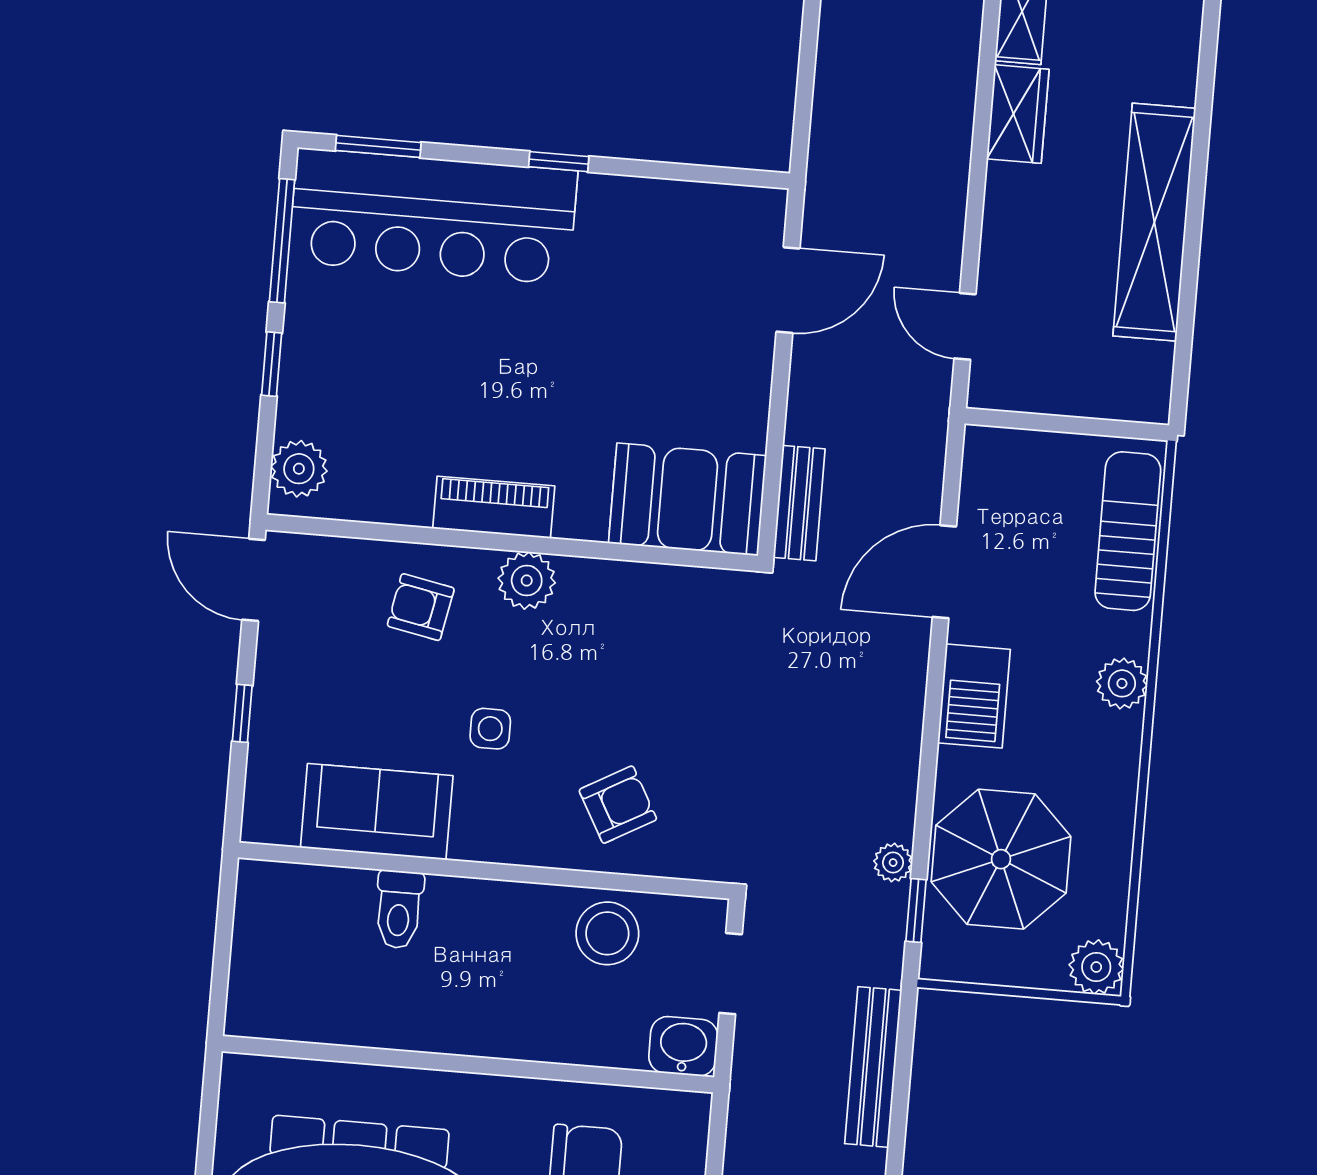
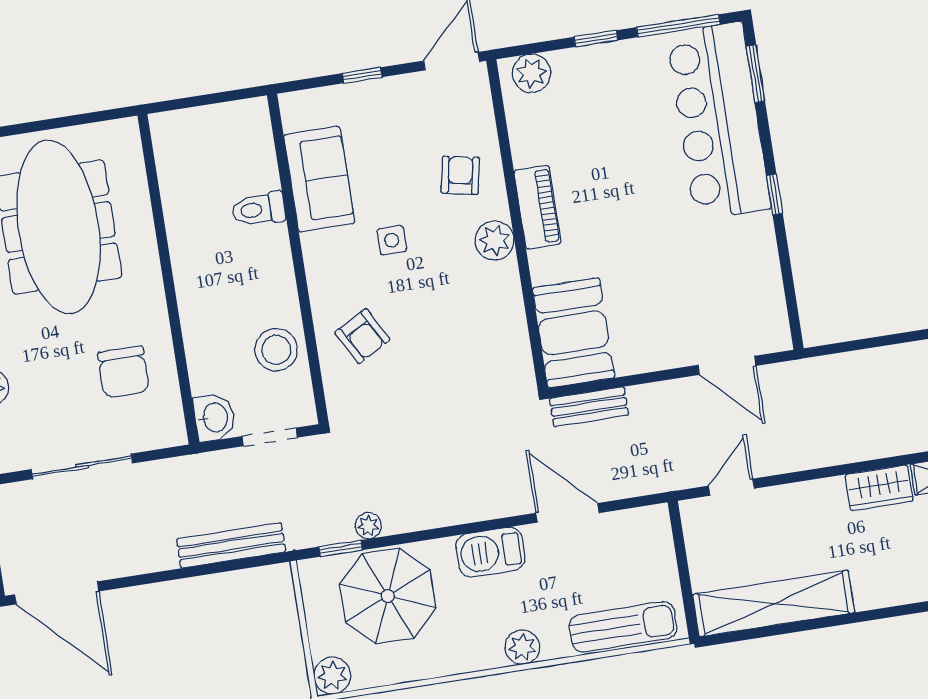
shelving: (1154, 222) -> (774, 604), moved

